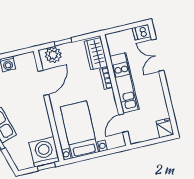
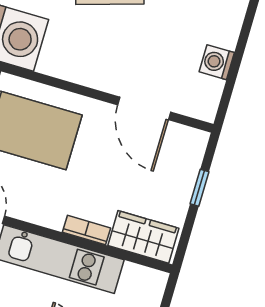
plant: (53, 55) -> (186, 156), removed

